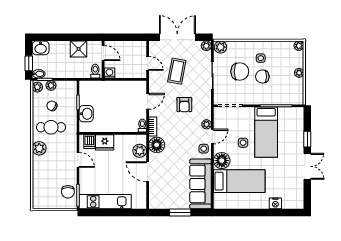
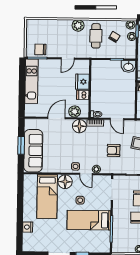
washbasin: (86, 114) -> (128, 66), moved
dishwasher: (89, 142) -> (83, 95), moved
sofa: (201, 184) -> (33, 151), moved, turned 90

